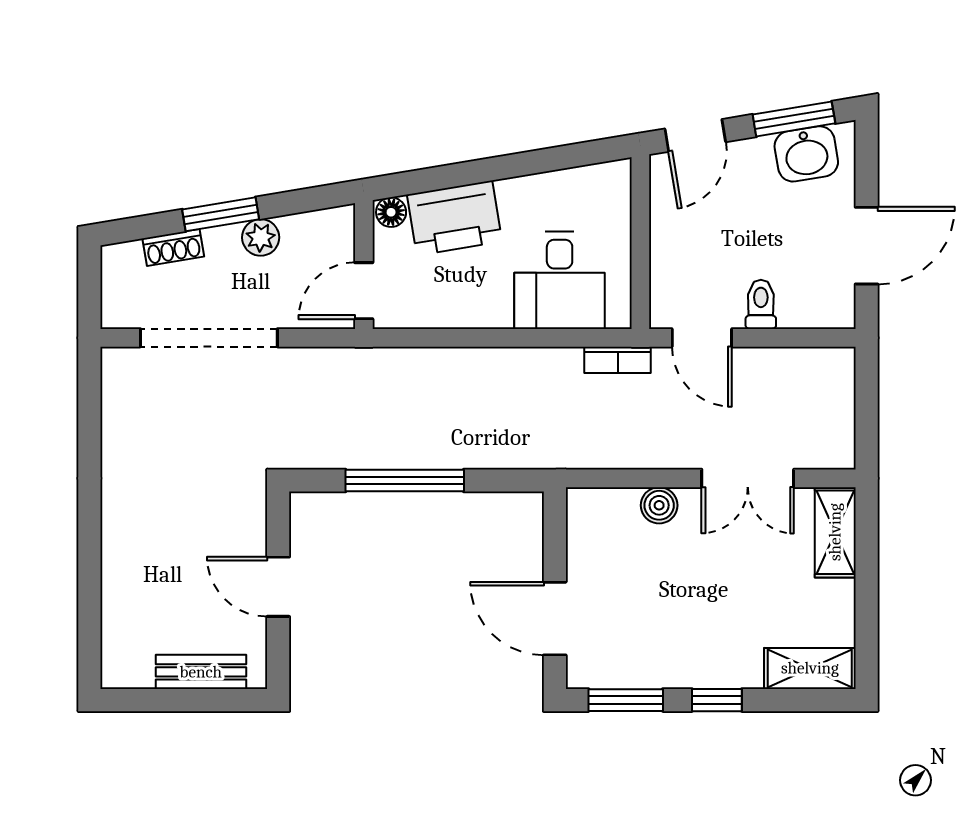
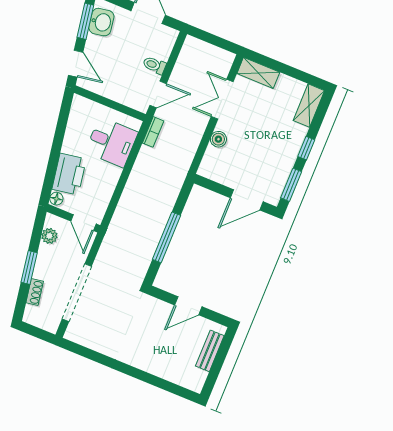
plant: (261, 237) -> (49, 236), moved
double door: (748, 478) -> (222, 99), swing flipped

